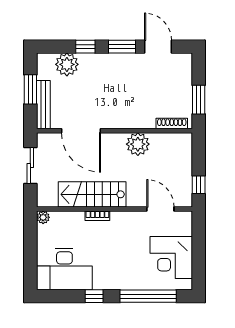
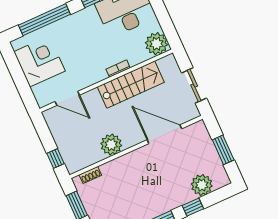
bench: (43, 105) -> (206, 142), removed
shoe rack: (172, 124) -> (90, 175), width x0.70
window: (199, 185) -> (56, 159), moved
plant: (43, 217) -> (156, 44), width x1.88, depth x1.88

